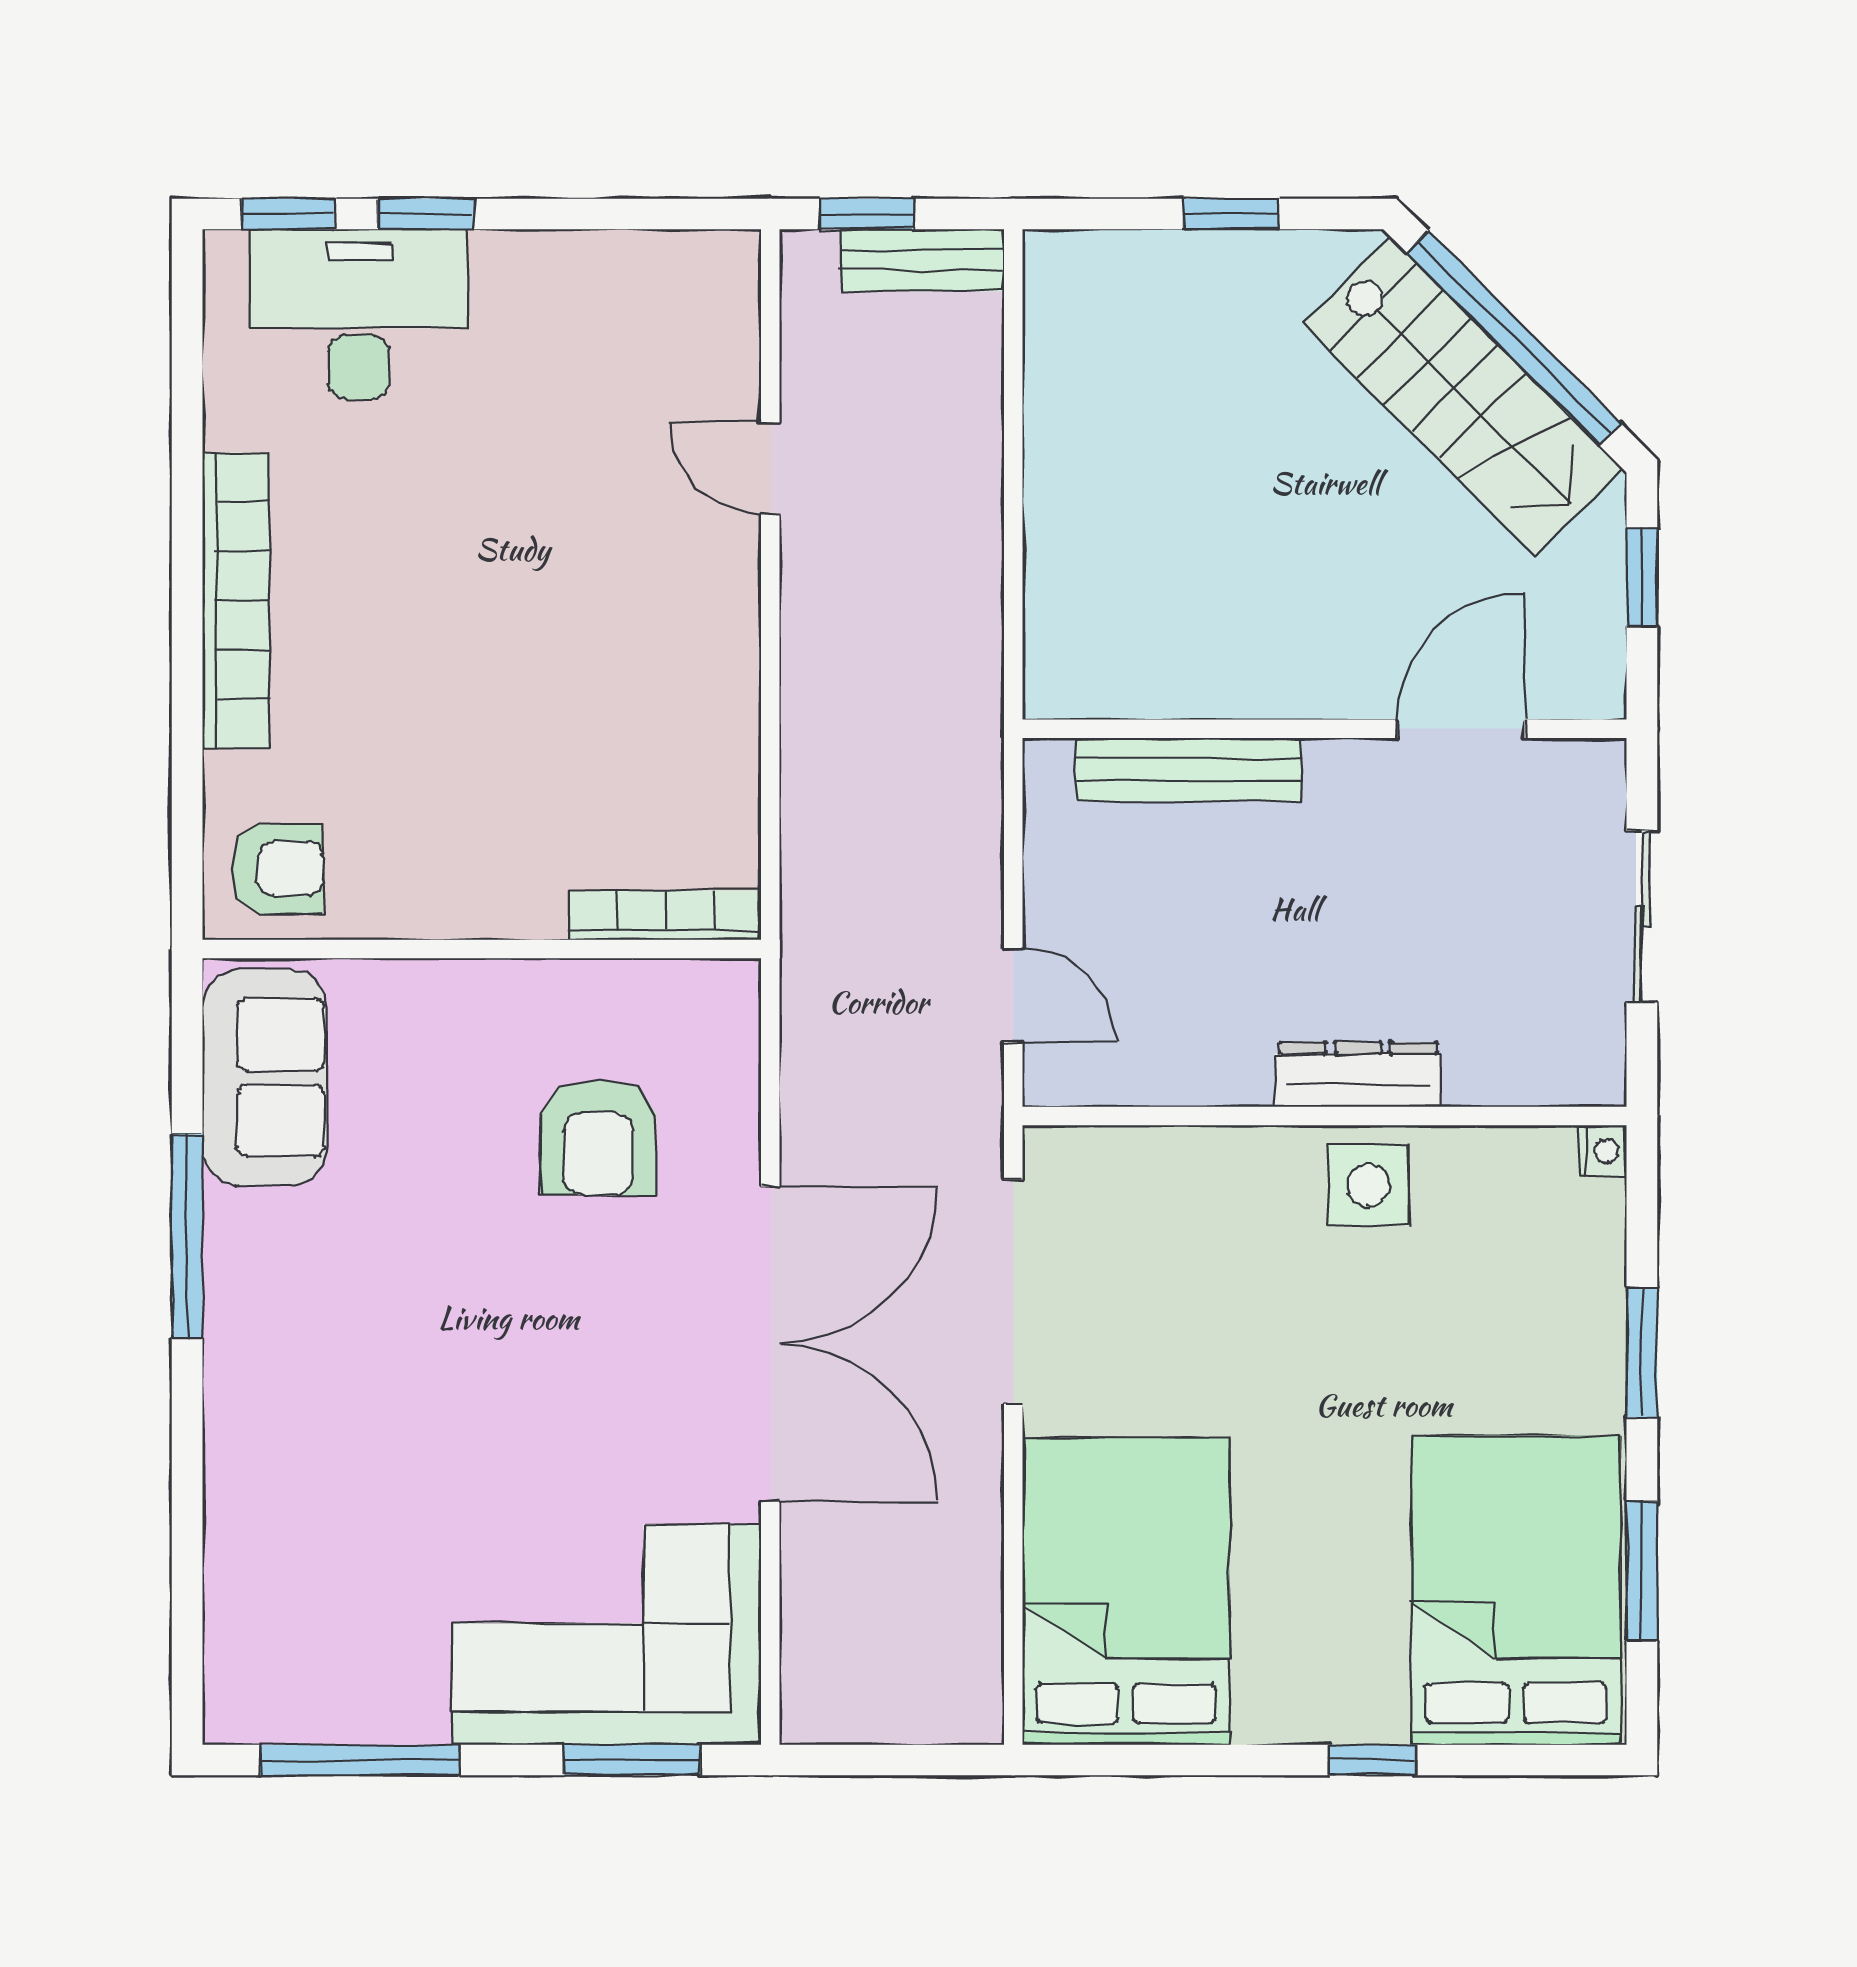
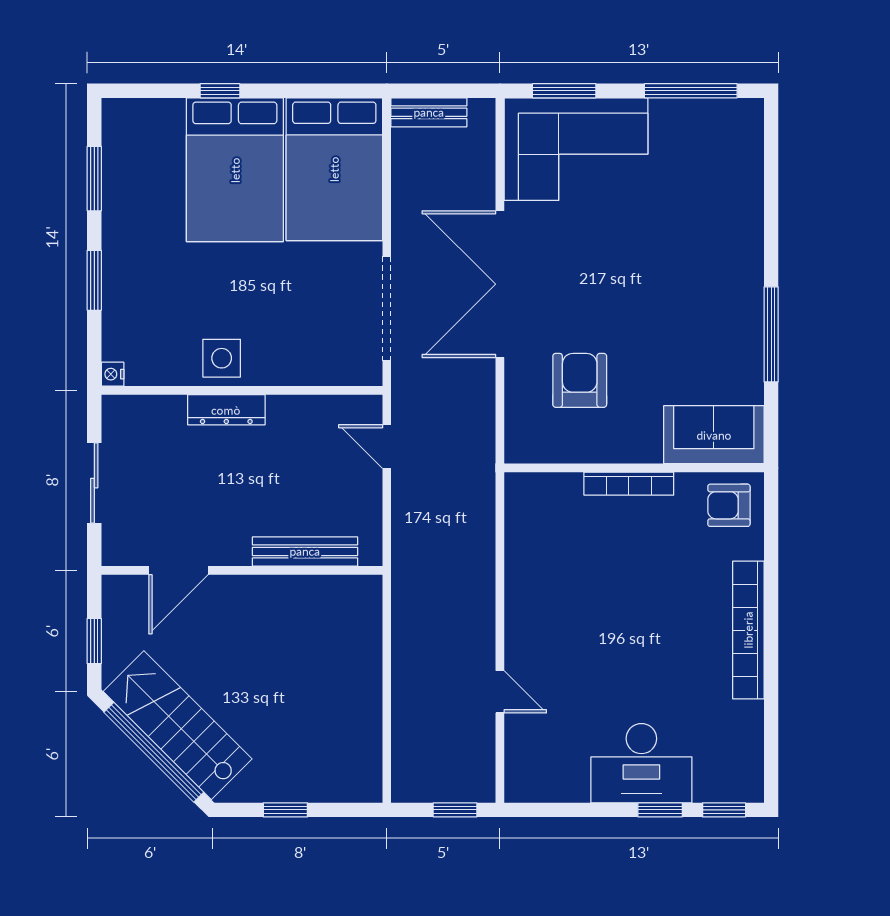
bench: (923, 260) -> (429, 112), moved
desk: (359, 314) -> (641, 763), moved
bookcase: (665, 915) -> (629, 484), moved
sofa: (265, 1077) -> (714, 435), moved, turned 90
bed: (1516, 1590) -> (235, 170), moved

